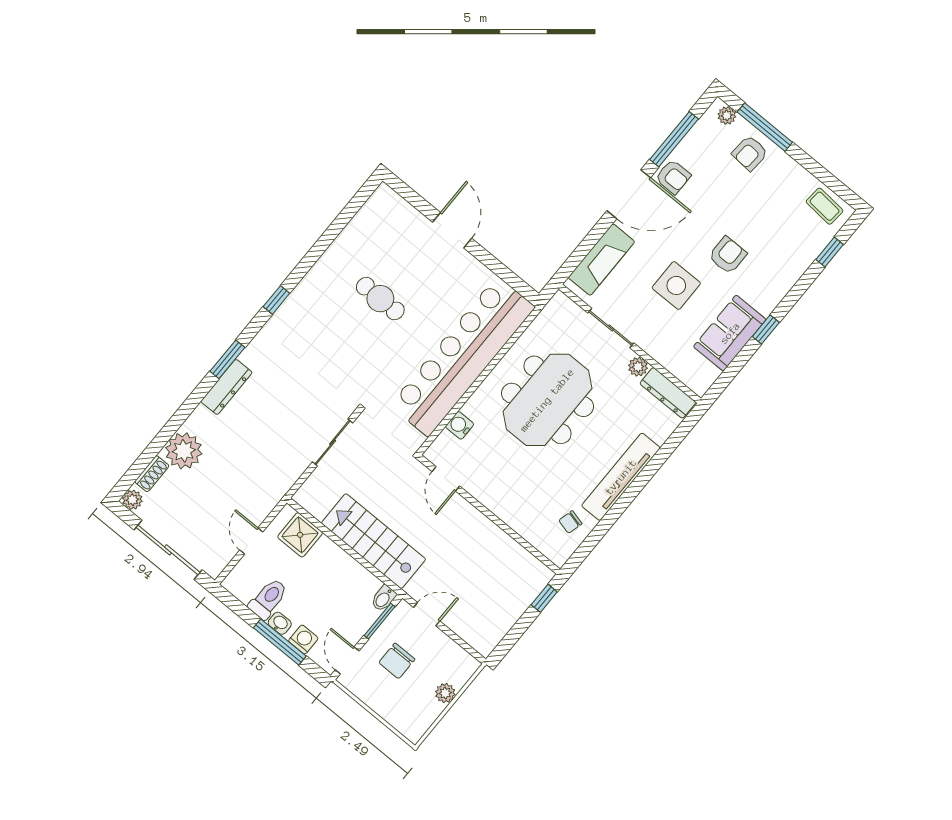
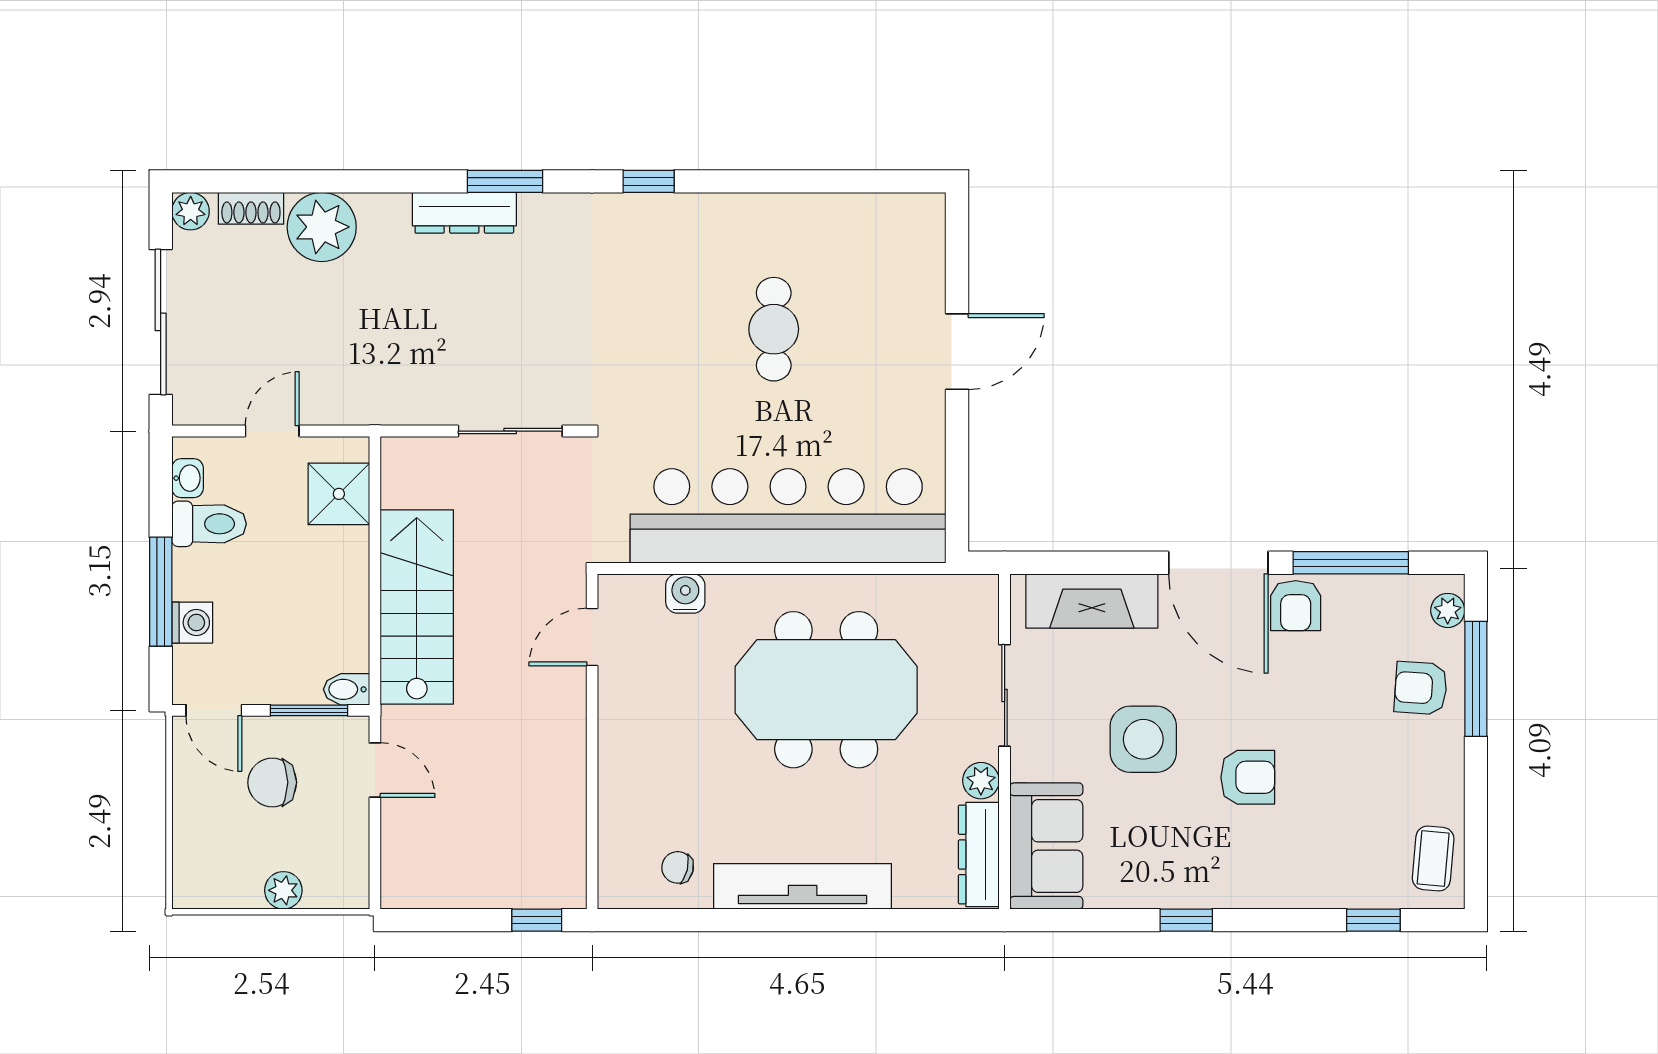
sofa: (730, 333) -> (1046, 846), moved, turned 90
washbasin: (280, 623) -> (188, 478), moved
door: (347, 660) -> (214, 710), swing flipped

